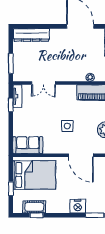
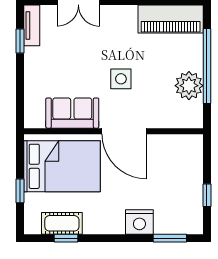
sofa: (28, 145) -> (72, 113), moved
door: (81, 155) -> (124, 131), moved

